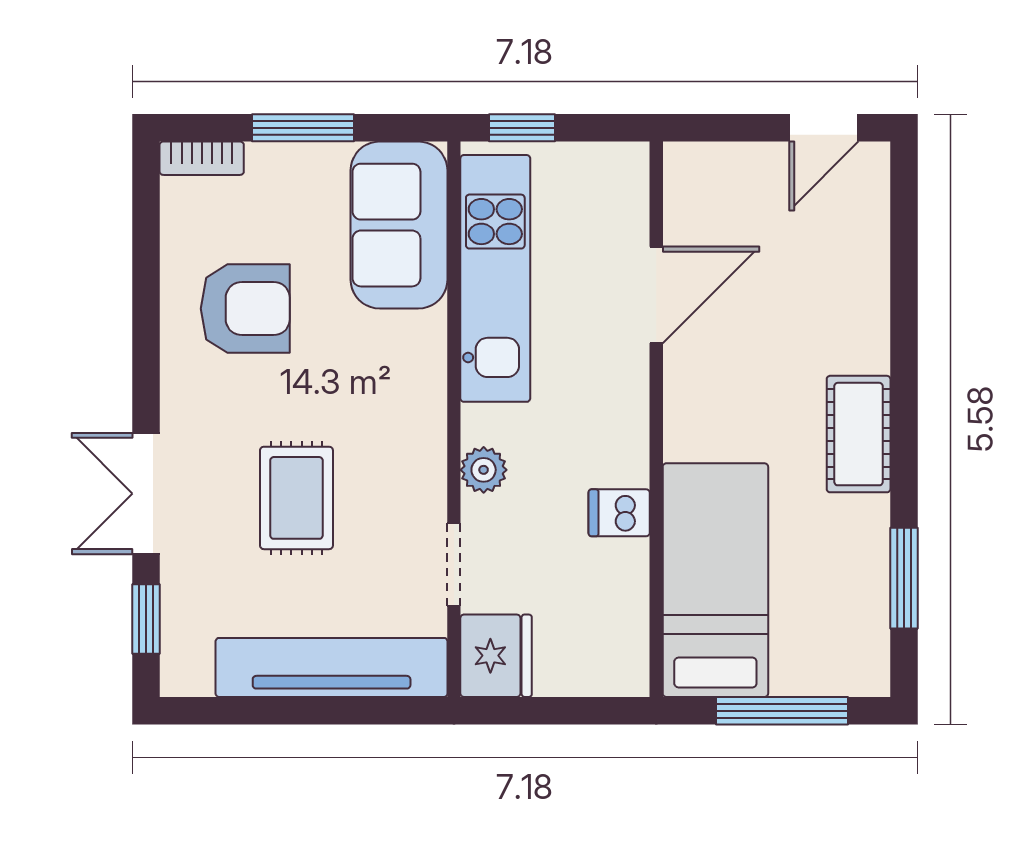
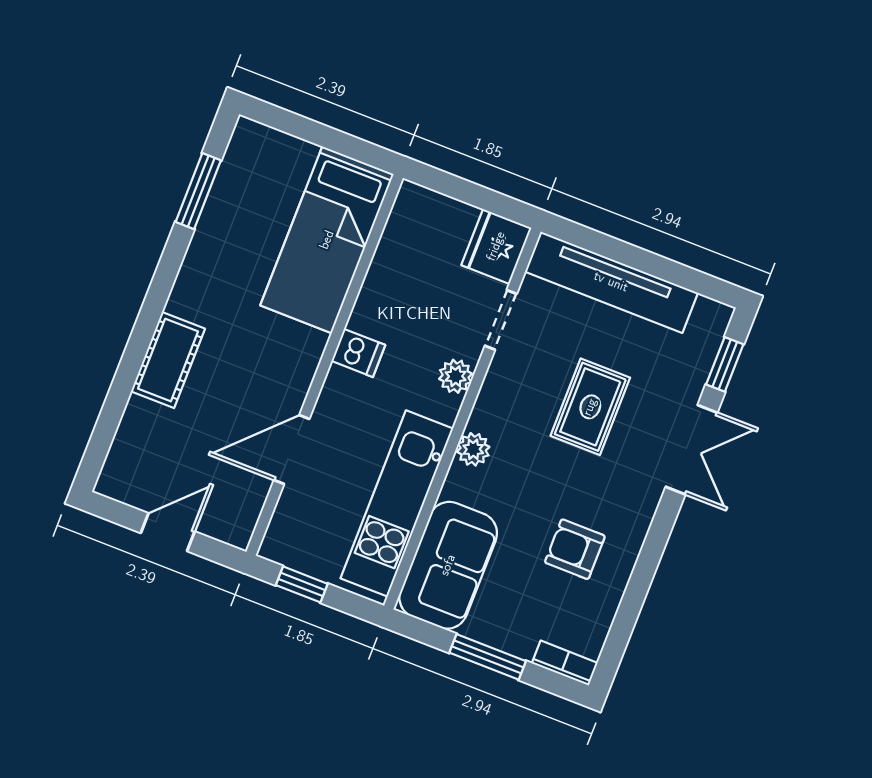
window: (522, 128) -> (302, 584), moved
door: (824, 128) -> (168, 532), moved
armchair: (245, 309) -> (575, 549), width x0.72, depth x0.72
plant: (425, 385) -> (473, 449), added
cot: (859, 434) -> (168, 360), moved
dishwasher: (619, 513) -> (358, 353), moved
window: (782, 711) -> (316, 133), removed

